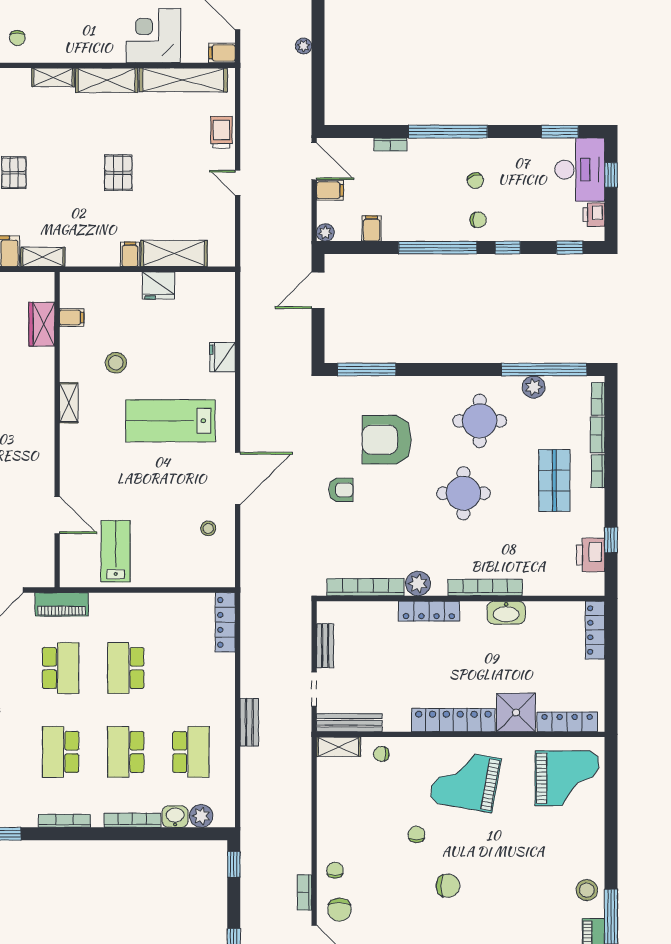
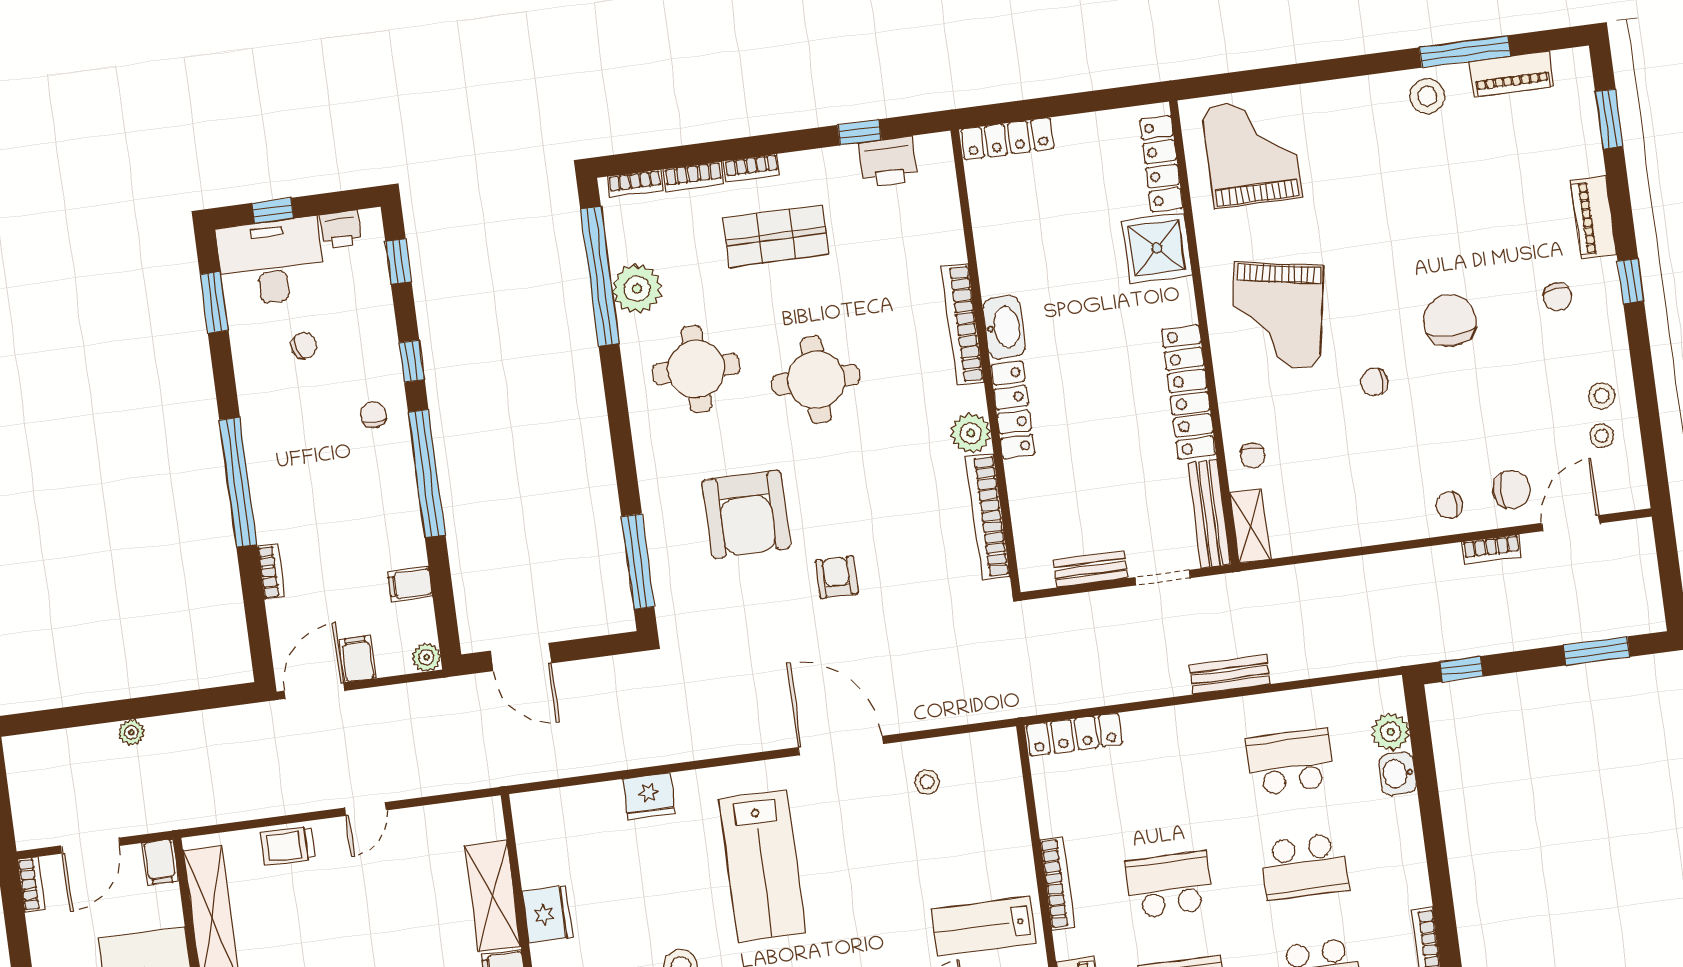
chair: (475, 181) -> (304, 346), moved
plant: (534, 387) -> (637, 289), width x1.36, depth x1.36
washbasin: (506, 613) -> (1004, 327), moved
school desk: (126, 668) -> (1169, 885), turned 180
locker: (453, 720) -> (1189, 392), moved
bookcase: (132, 820) -> (1057, 883), moved, turned 180
chair: (448, 886) -> (1450, 320), width x1.37, depth x1.37

